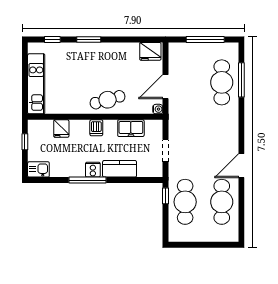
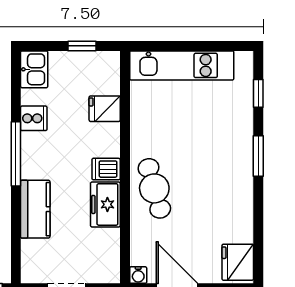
freezer: (131, 128) -> (105, 204), moved
cooker: (93, 170) -> (34, 118), moved

